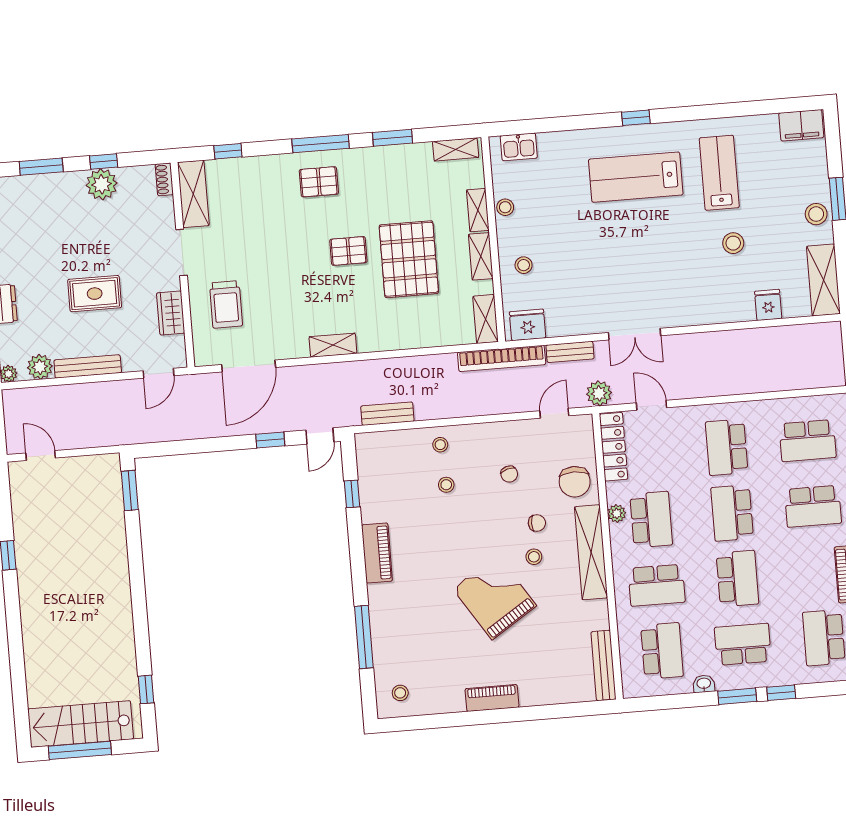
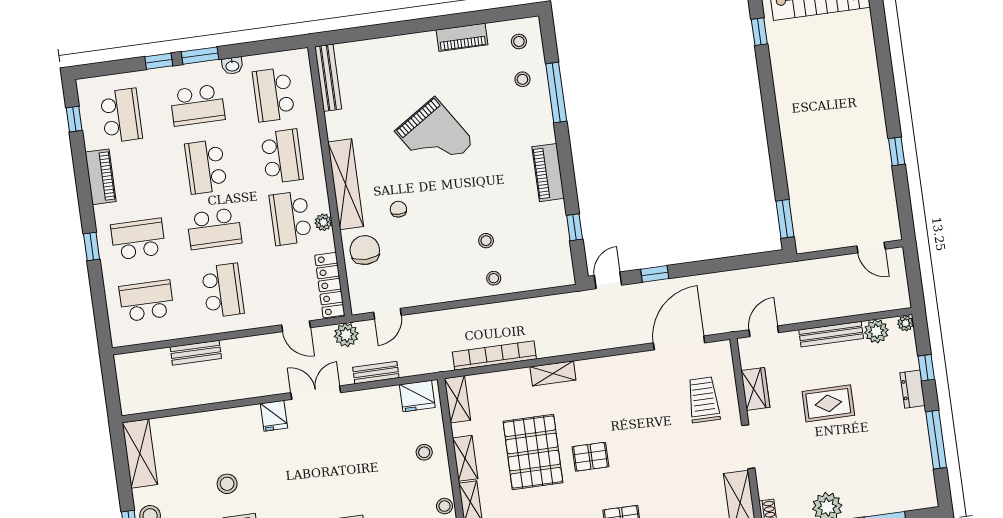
fridge: (768, 305) -> (274, 416), moved
shelving: (333, 345) -> (553, 373), moved
bookcase: (502, 358) -> (494, 355), moved
bench: (387, 414) -> (196, 353), moved
chair: (509, 474) -> (427, 254), removed
school desk: (732, 513) -> (214, 229), turned 90
chair: (537, 523) -> (398, 209), turned 90
stool: (534, 557) -> (522, 79), moved
school desk: (657, 585) -> (282, 156), turned 90
piano: (492, 698) -> (462, 37), moved

